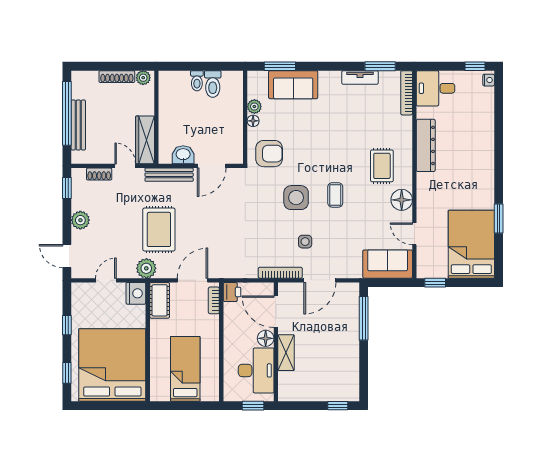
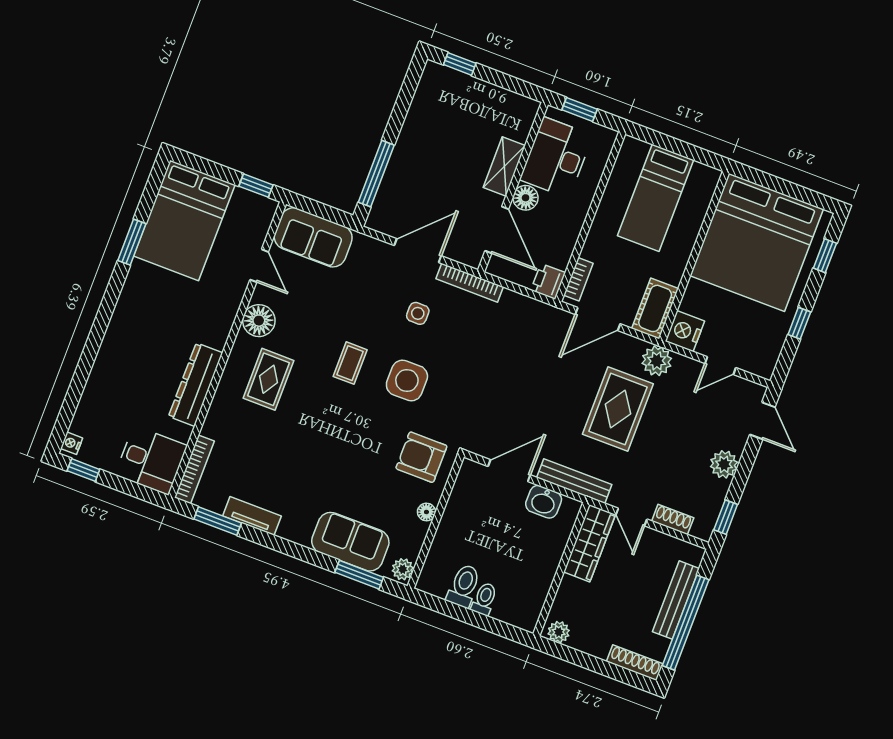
shoe rack: (117, 77) -> (635, 663), moved
plant: (254, 107) -> (403, 569), moved

